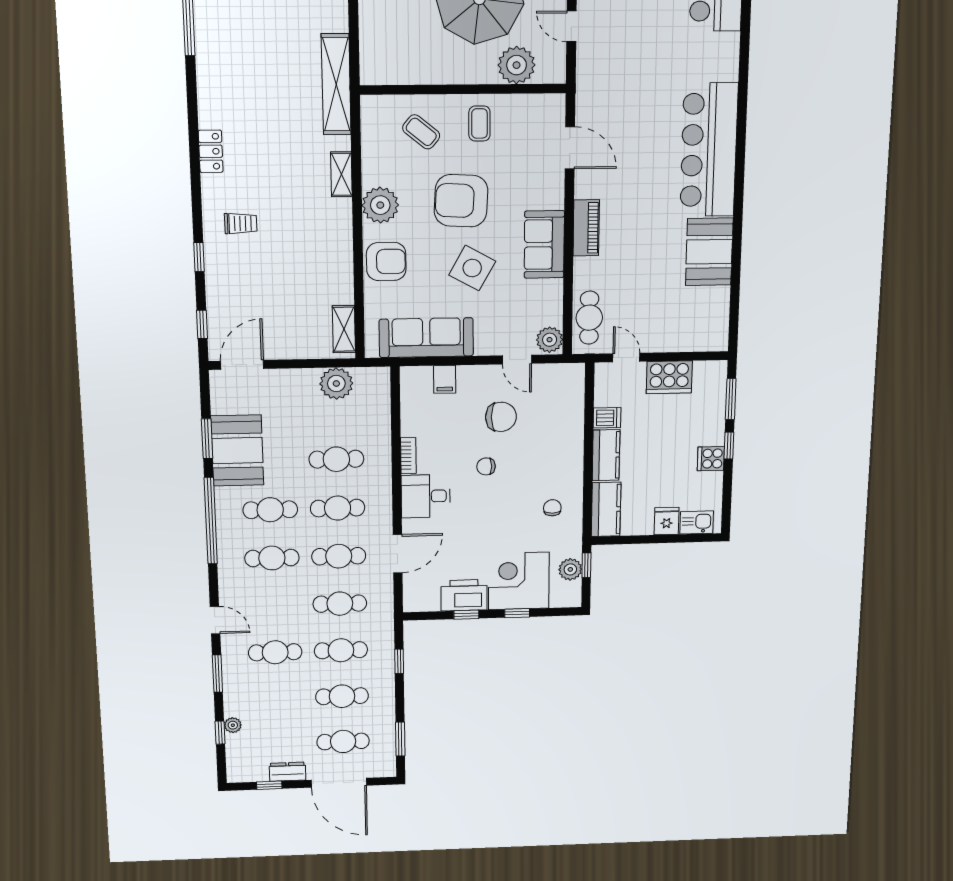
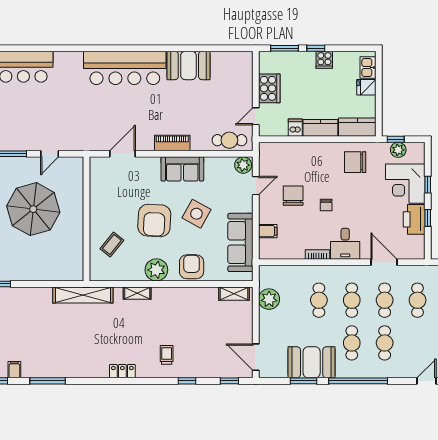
plant: (517, 65) -> (72, 187), removed
coffee table: (479, 123) -> (107, 209), removed
chair: (552, 508) -> (355, 162), width x1.87, depth x1.87

